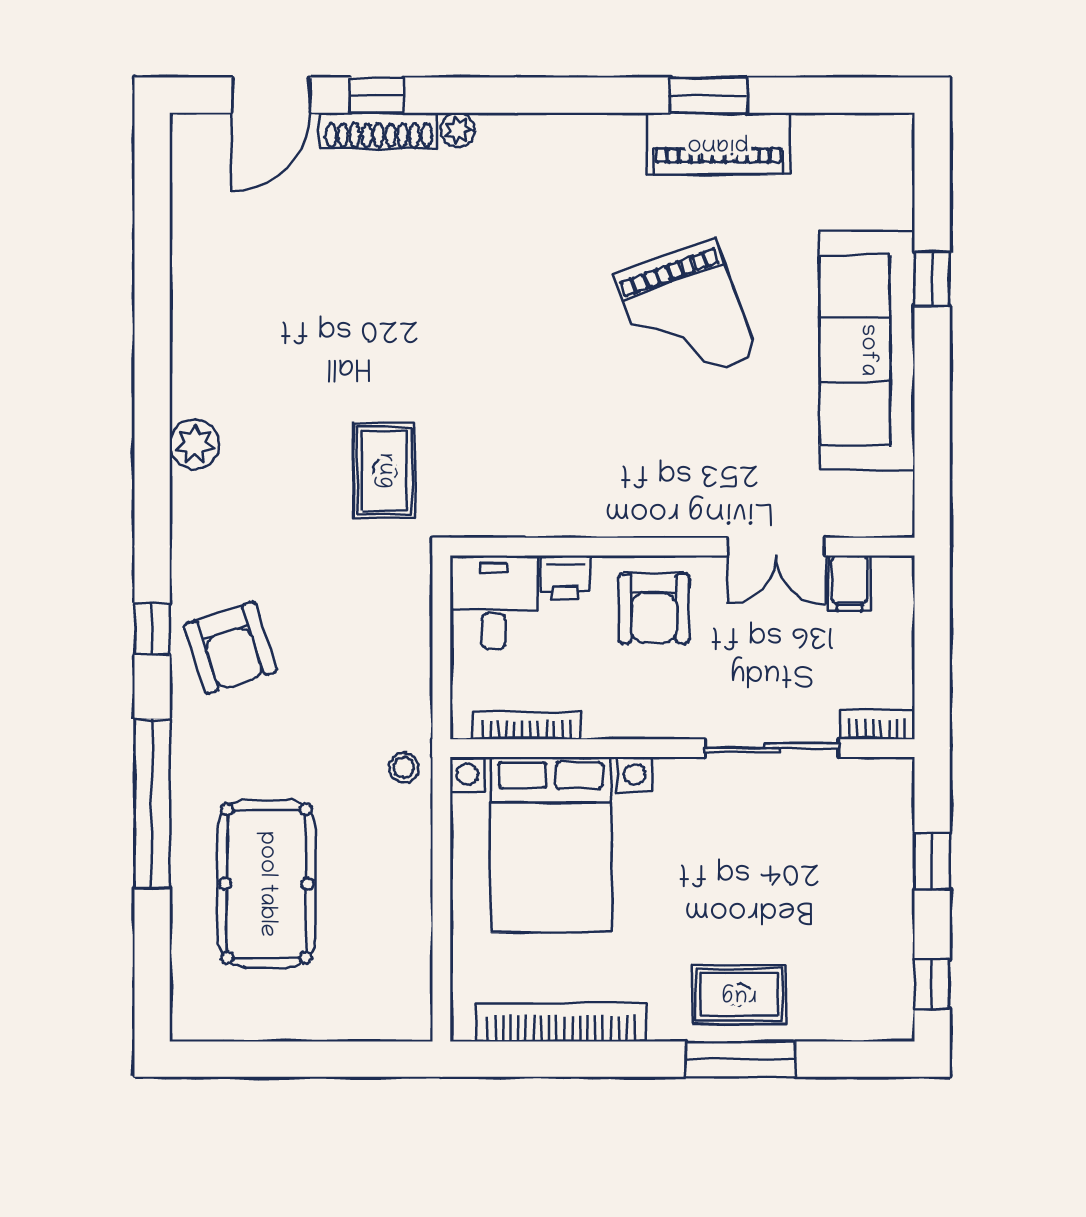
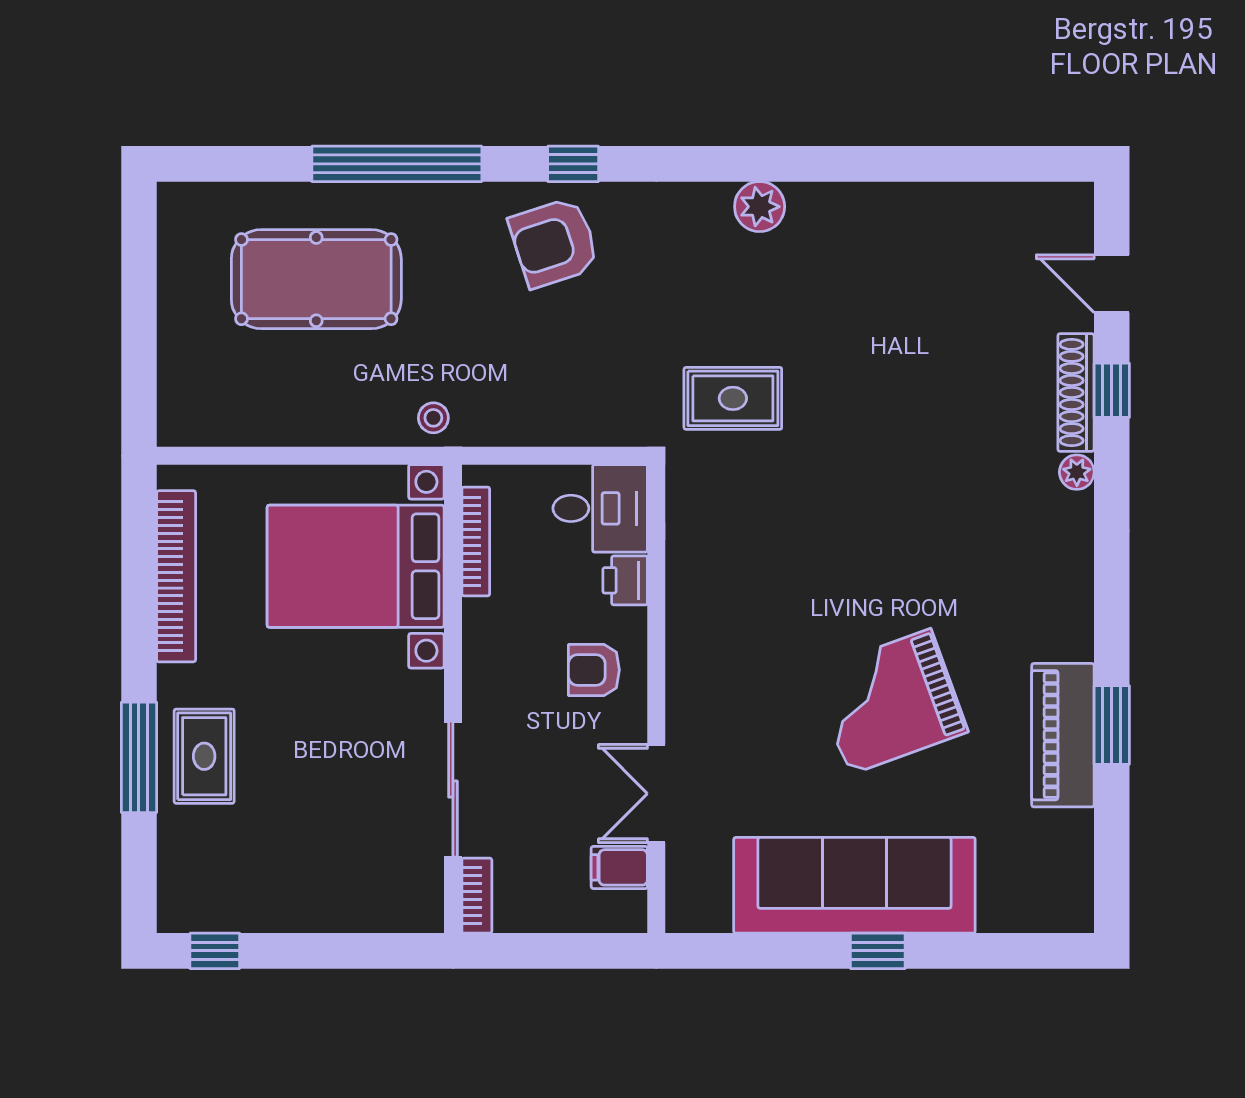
door: (271, 95) -> (1112, 284), width x0.73
window: (932, 279) -> (878, 951), moved
armchair: (654, 608) -> (594, 670), width x0.72, depth x0.72
window: (932, 861) -> (339, 951), removed

